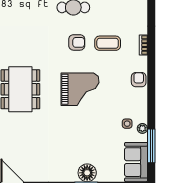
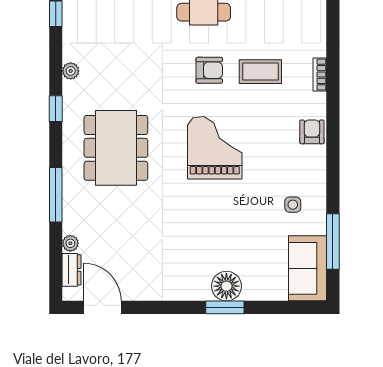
grand piano: (80, 89) -> (215, 148), turned -90
plant: (142, 128) -> (318, 213), removed

